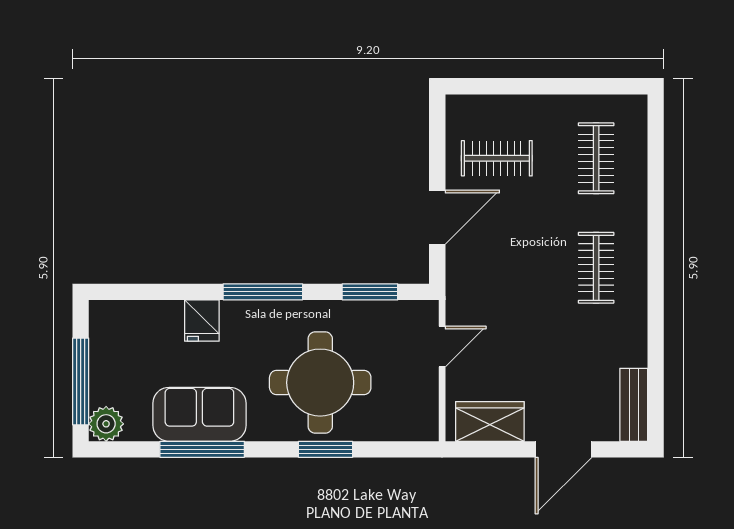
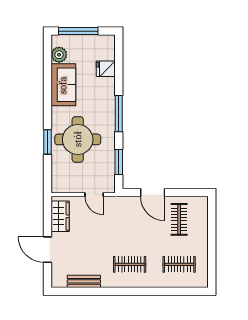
fridge: (202, 321) -> (106, 69), moved
bench: (634, 405) -> (84, 281), moved
plant: (106, 424) -> (59, 55), moved
window: (202, 449) -> (47, 86), removed

